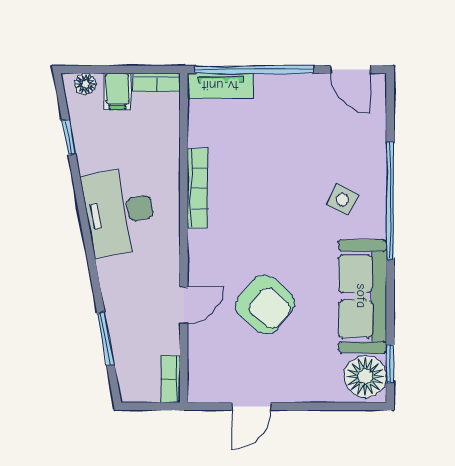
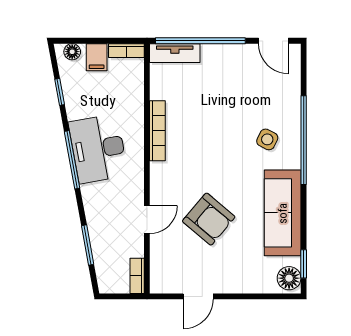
window: (85, 226) -> (72, 160), added
floor lamp: (365, 377) -> (289, 278), width x0.73, depth x0.73

